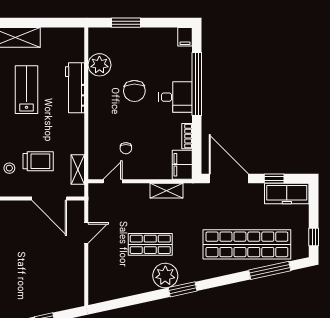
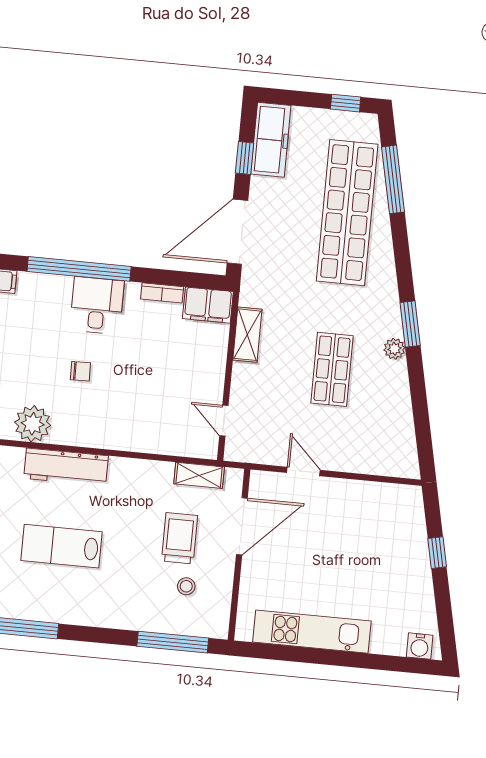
chair: (134, 91) -> (80, 371), width x0.54, depth x0.54
chair: (126, 148) -> (172, 394), removed
plant: (165, 276) -> (394, 349), width x0.53, depth x0.53

